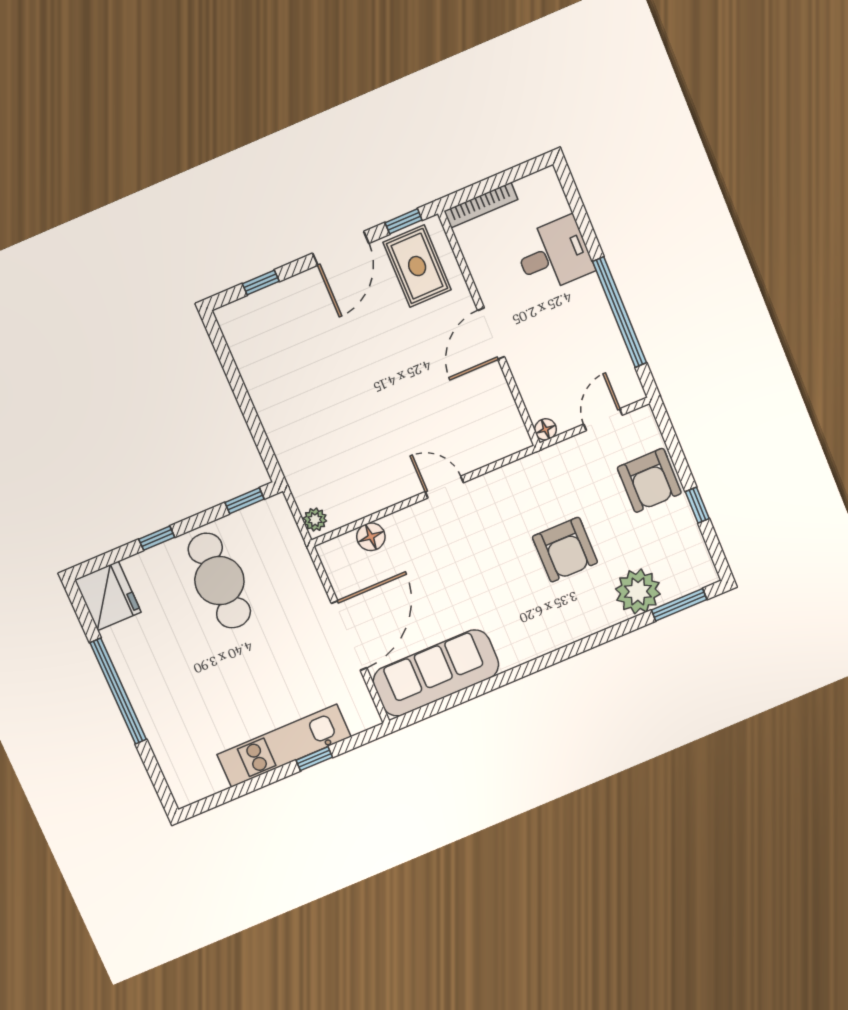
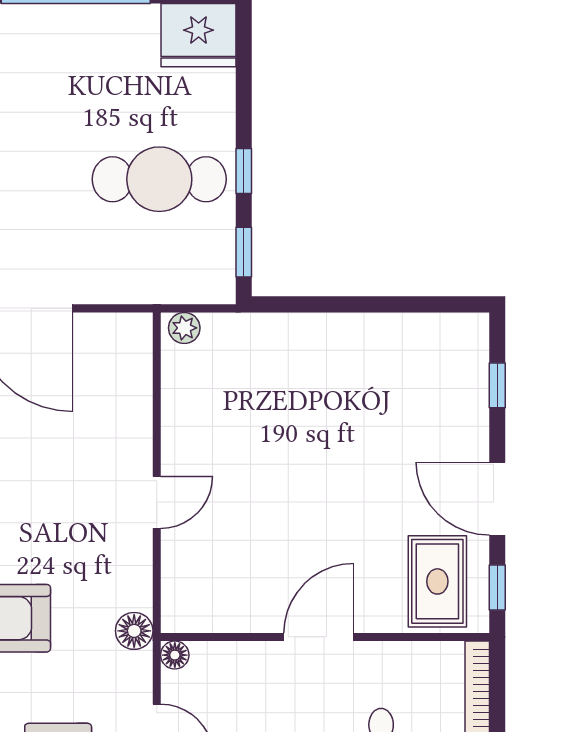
rug: (417, 266) -> (437, 581), turned 90
door: (491, 334) -> (319, 637), hinge flipped
floor lamp: (371, 537) -> (134, 631), moved
window: (157, 538) -> (244, 171), moved

